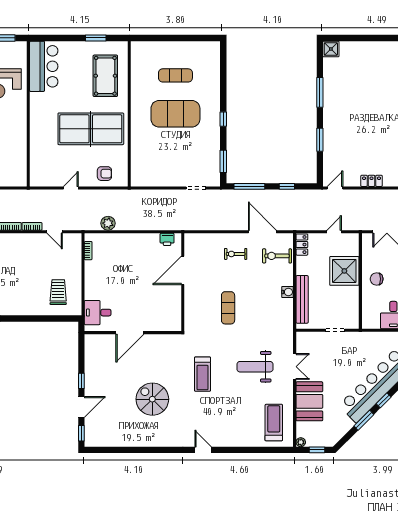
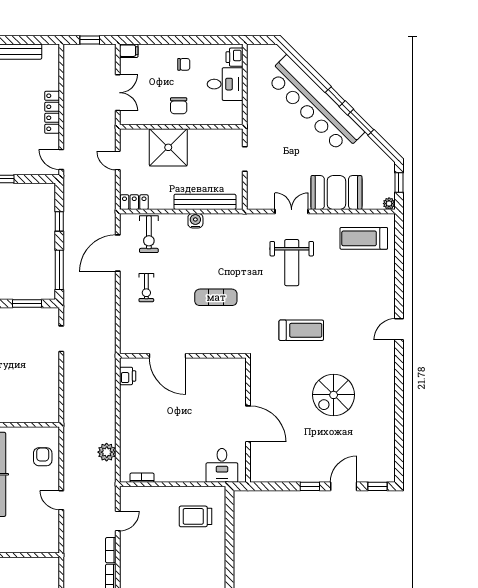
locker: (372, 181) -> (52, 112), width x1.53
door: (81, 407) -> (344, 486), hinge flipped

